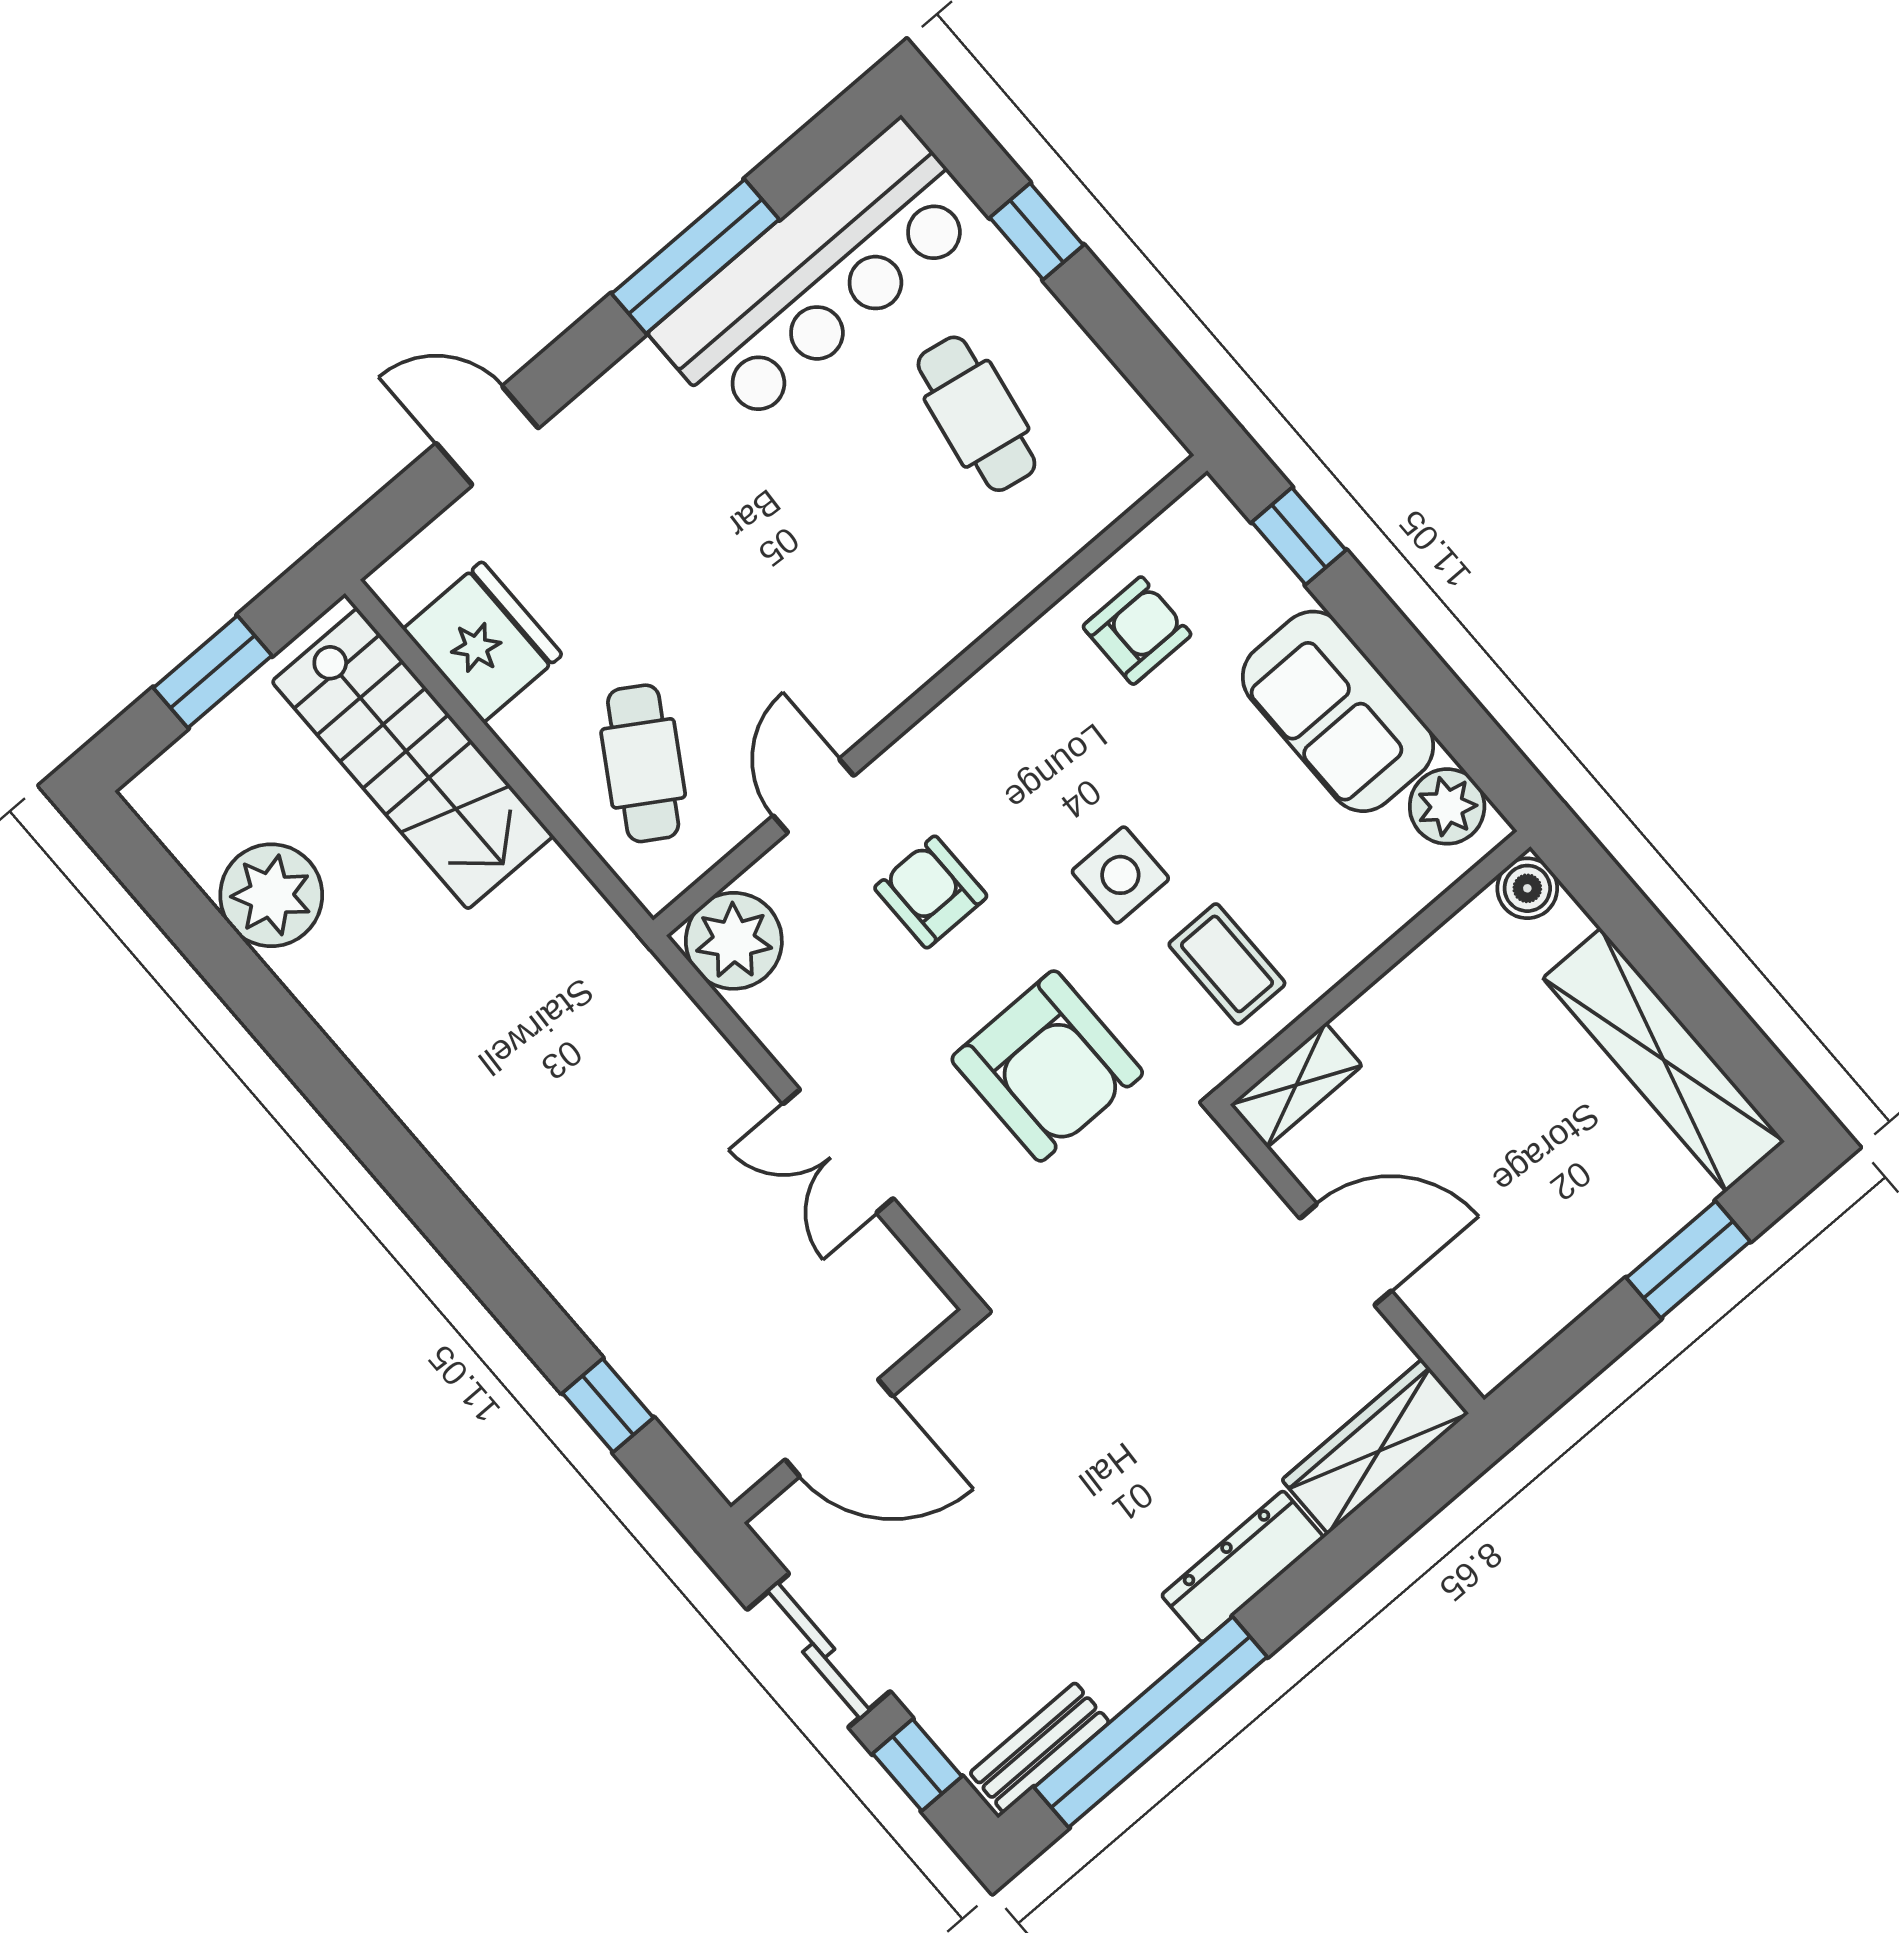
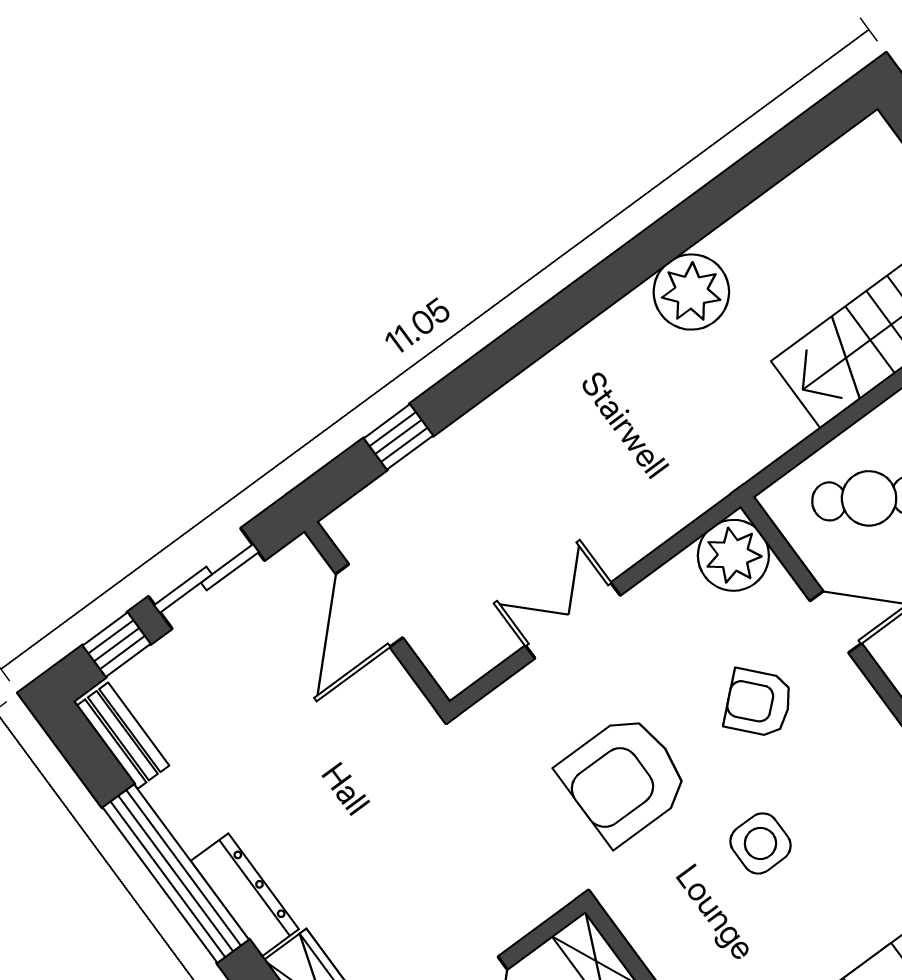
armchair: (931, 892) -> (758, 703), turned -132
plant: (271, 895) -> (691, 292), moved
coffee table: (1227, 964) -> (689, 917), removed
window: (1151, 1722) -> (176, 874), moved

